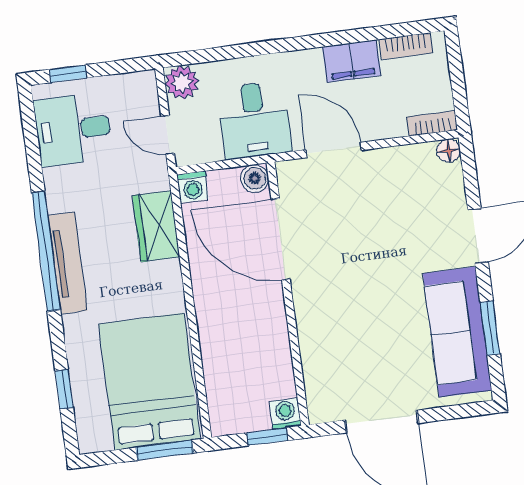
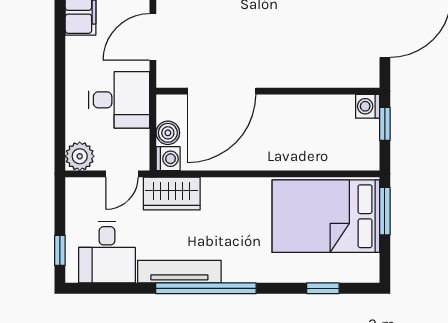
boiler: (255, 178) -> (168, 133), moved
wardrobe: (156, 226) -> (172, 194), moved
tv unit: (68, 263) -> (179, 272), moved

